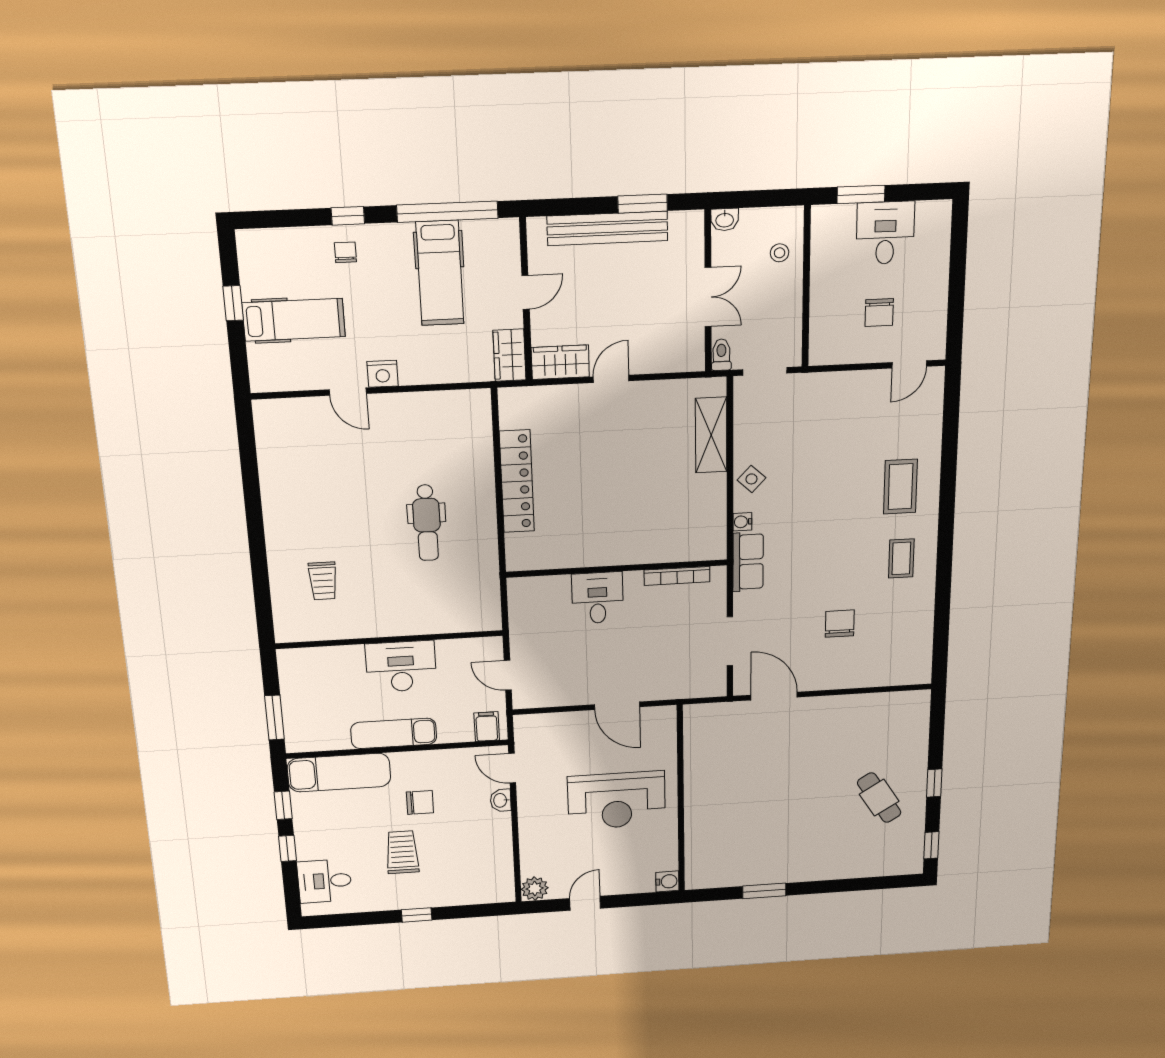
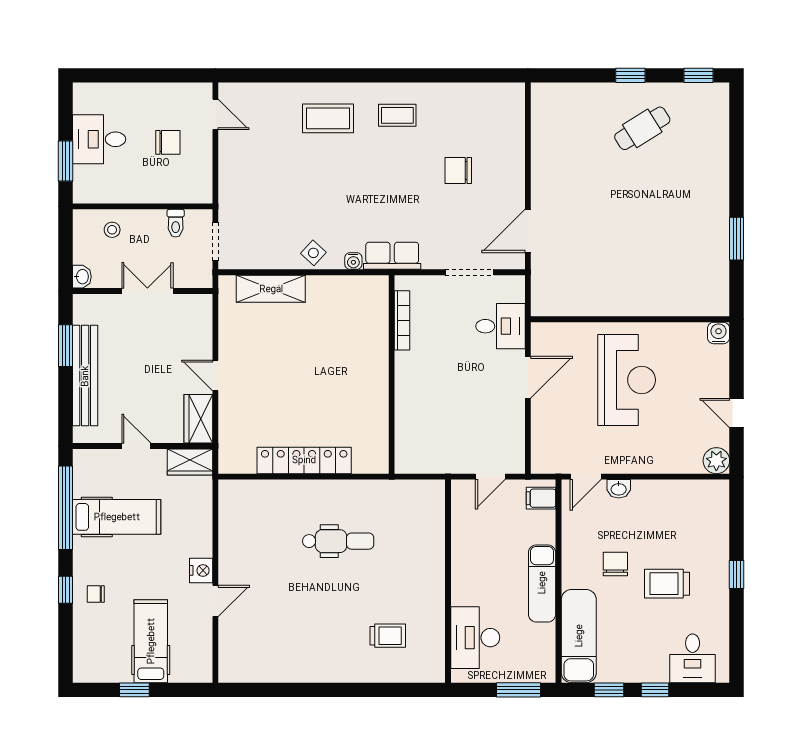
toilet: (721, 355) -> (176, 223), moved, turned -90
desk: (598, 598) -> (501, 326), moved, turned 180
desk: (401, 667) -> (475, 638), moved

